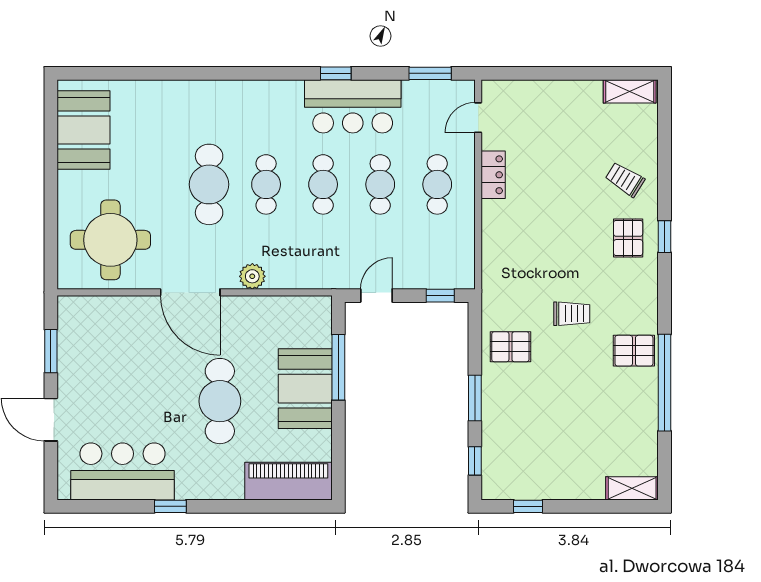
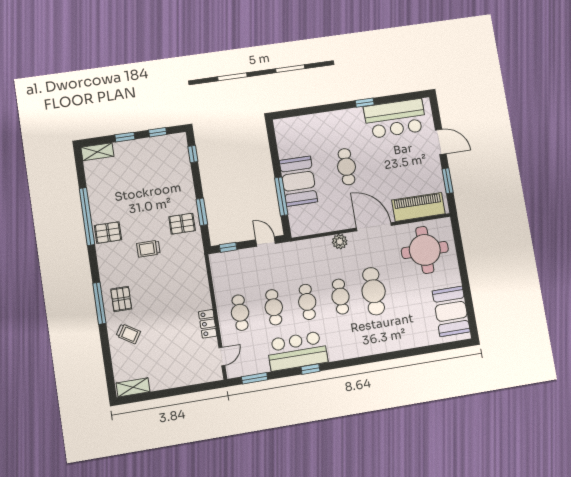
window: (664, 237) -> (99, 303), width x2.17
door: (376, 296) -> (266, 242), swing flipped
window: (475, 398) -> (202, 212), moved
cafe table: (220, 401) -> (346, 167), width x0.73, depth x0.74
piano: (288, 481) -> (418, 207), moved, turned 180
window: (583, 506) -> (125, 137), added

